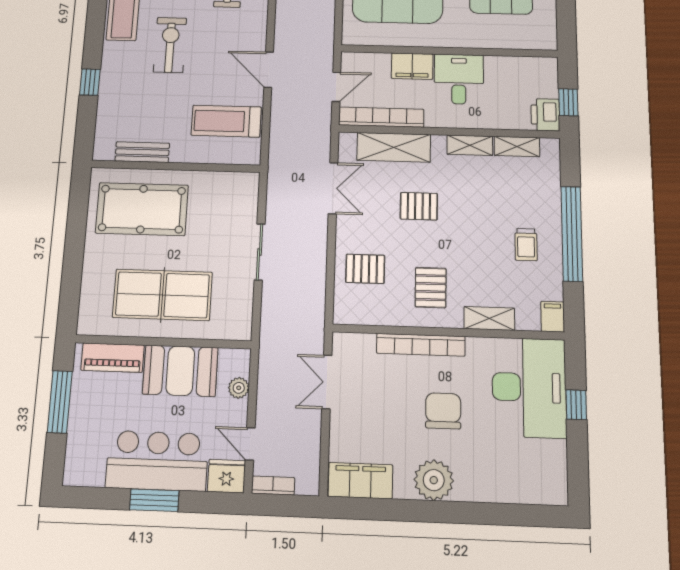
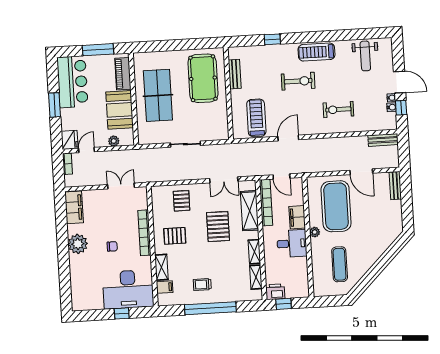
plant: (441, 39) -> (315, 232), added
pallet: (419, 206) -> (218, 227), width x1.50, depth x1.42
filing cabinet: (553, 317) -> (165, 287), moved
chair: (443, 411) -> (112, 246), width x0.54, depth x0.54
bar counter: (157, 461) -> (72, 82), moved

